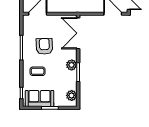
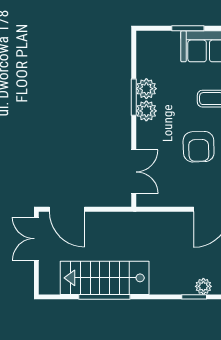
double door: (78, 33) -> (134, 172), width x0.73
plant: (72, 95) -> (146, 89), moved

